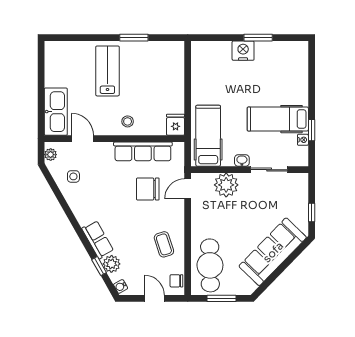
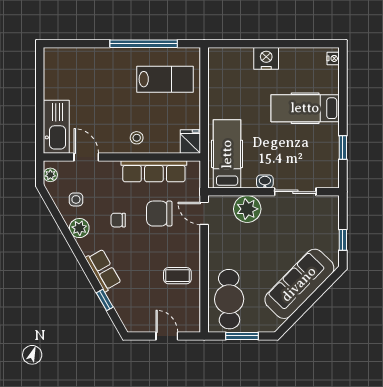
window: (134, 38) -> (144, 44), width x2.11
window: (258, 38) -> (283, 44), removed
lab bench: (107, 71) -> (165, 79), moved, turned 90
hospital bed: (278, 119) -> (305, 108), moved
nightstand: (303, 140) -> (333, 58), moved
door: (188, 189) -> (204, 213), hinge flipped
coffee table: (164, 244) -> (177, 276), turned -72
plant: (111, 264) -> (79, 228), moved
chair: (176, 281) -> (118, 220), moved
water cooler: (121, 286) -> (129, 323), removed

